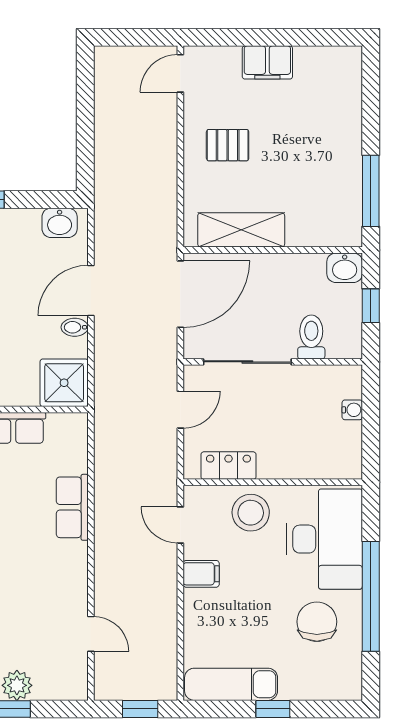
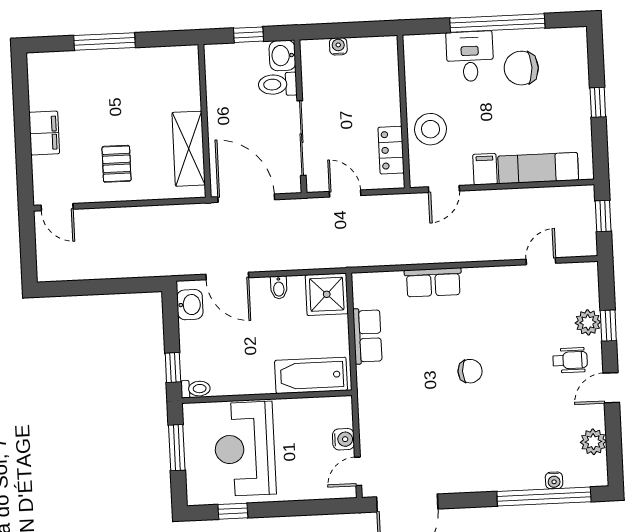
window: (371, 191) -> (105, 42), moved
washbasin: (345, 268) -> (282, 55), moved, turned 180
door: (91, 290) -> (227, 276), moved
desk: (325, 539) -> (470, 56), width x0.53, depth x0.77
exam couch: (231, 684) -> (538, 168), moved, turned 90

